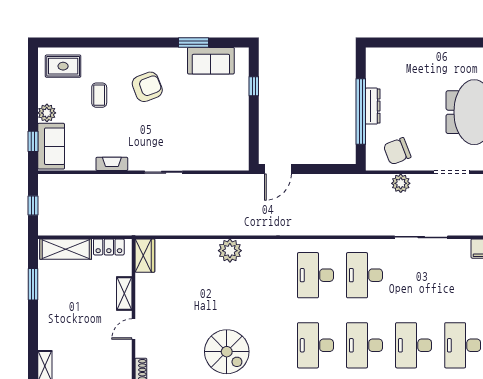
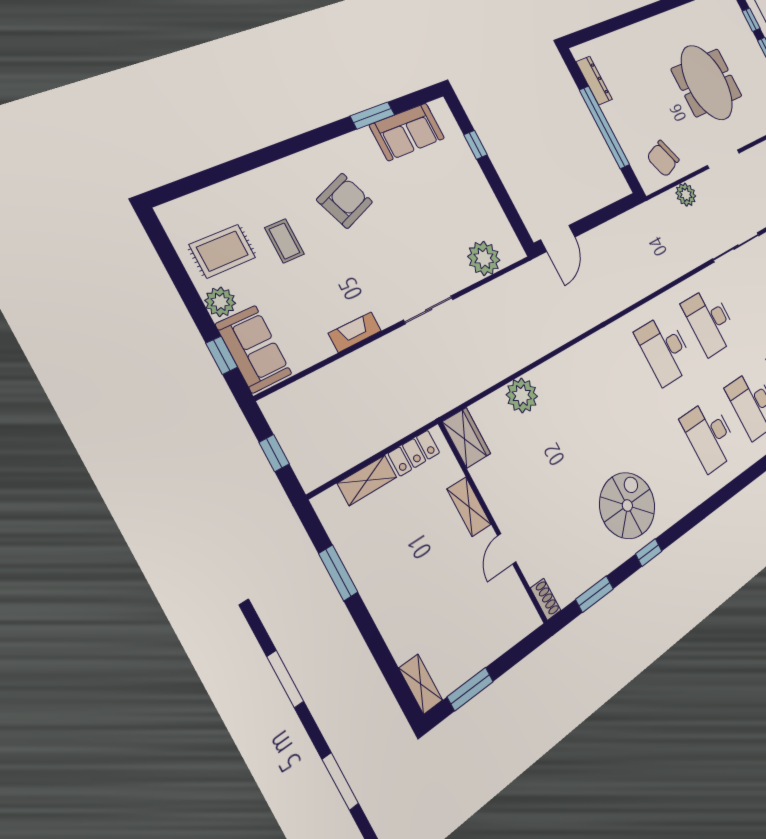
rug: (63, 66) -> (222, 251), moved
dresser: (373, 106) -> (594, 81), moved
plant: (218, 158) -> (484, 258), added
shelving: (66, 249) -> (367, 480), width x0.67, depth x0.75
plant: (230, 251) -> (522, 395), moved
spiral stairs: (227, 352) -> (627, 506), turned -90

